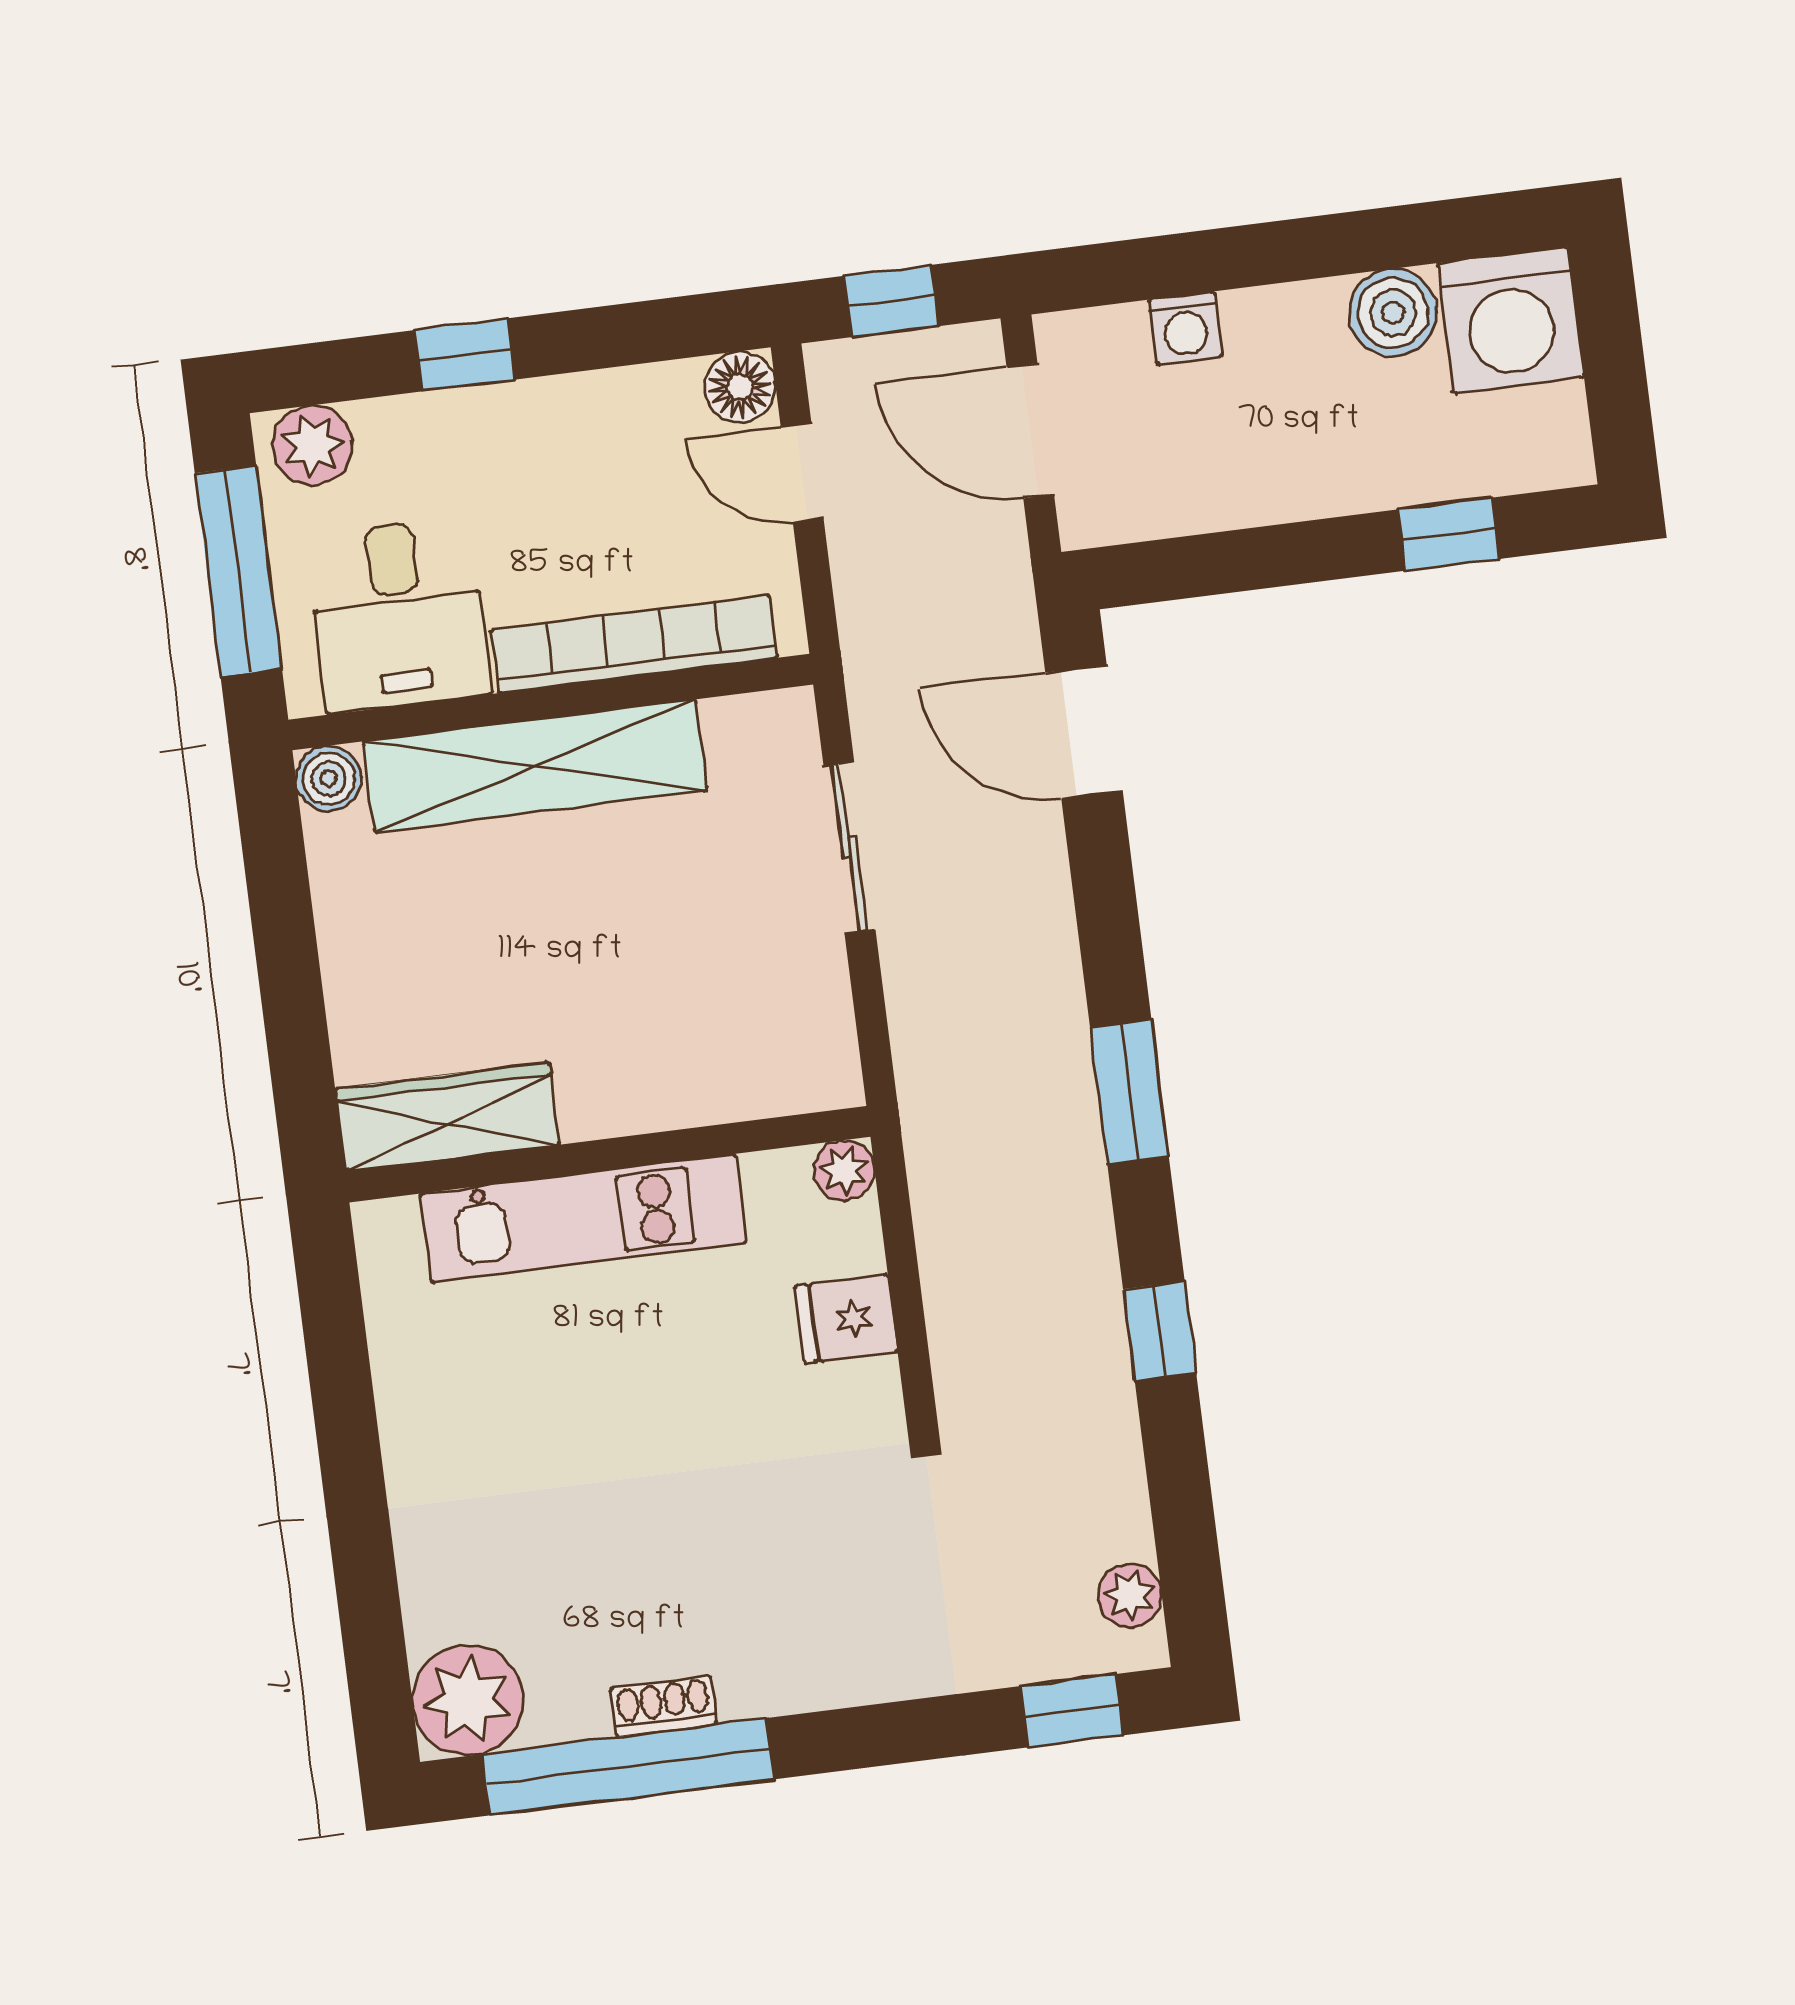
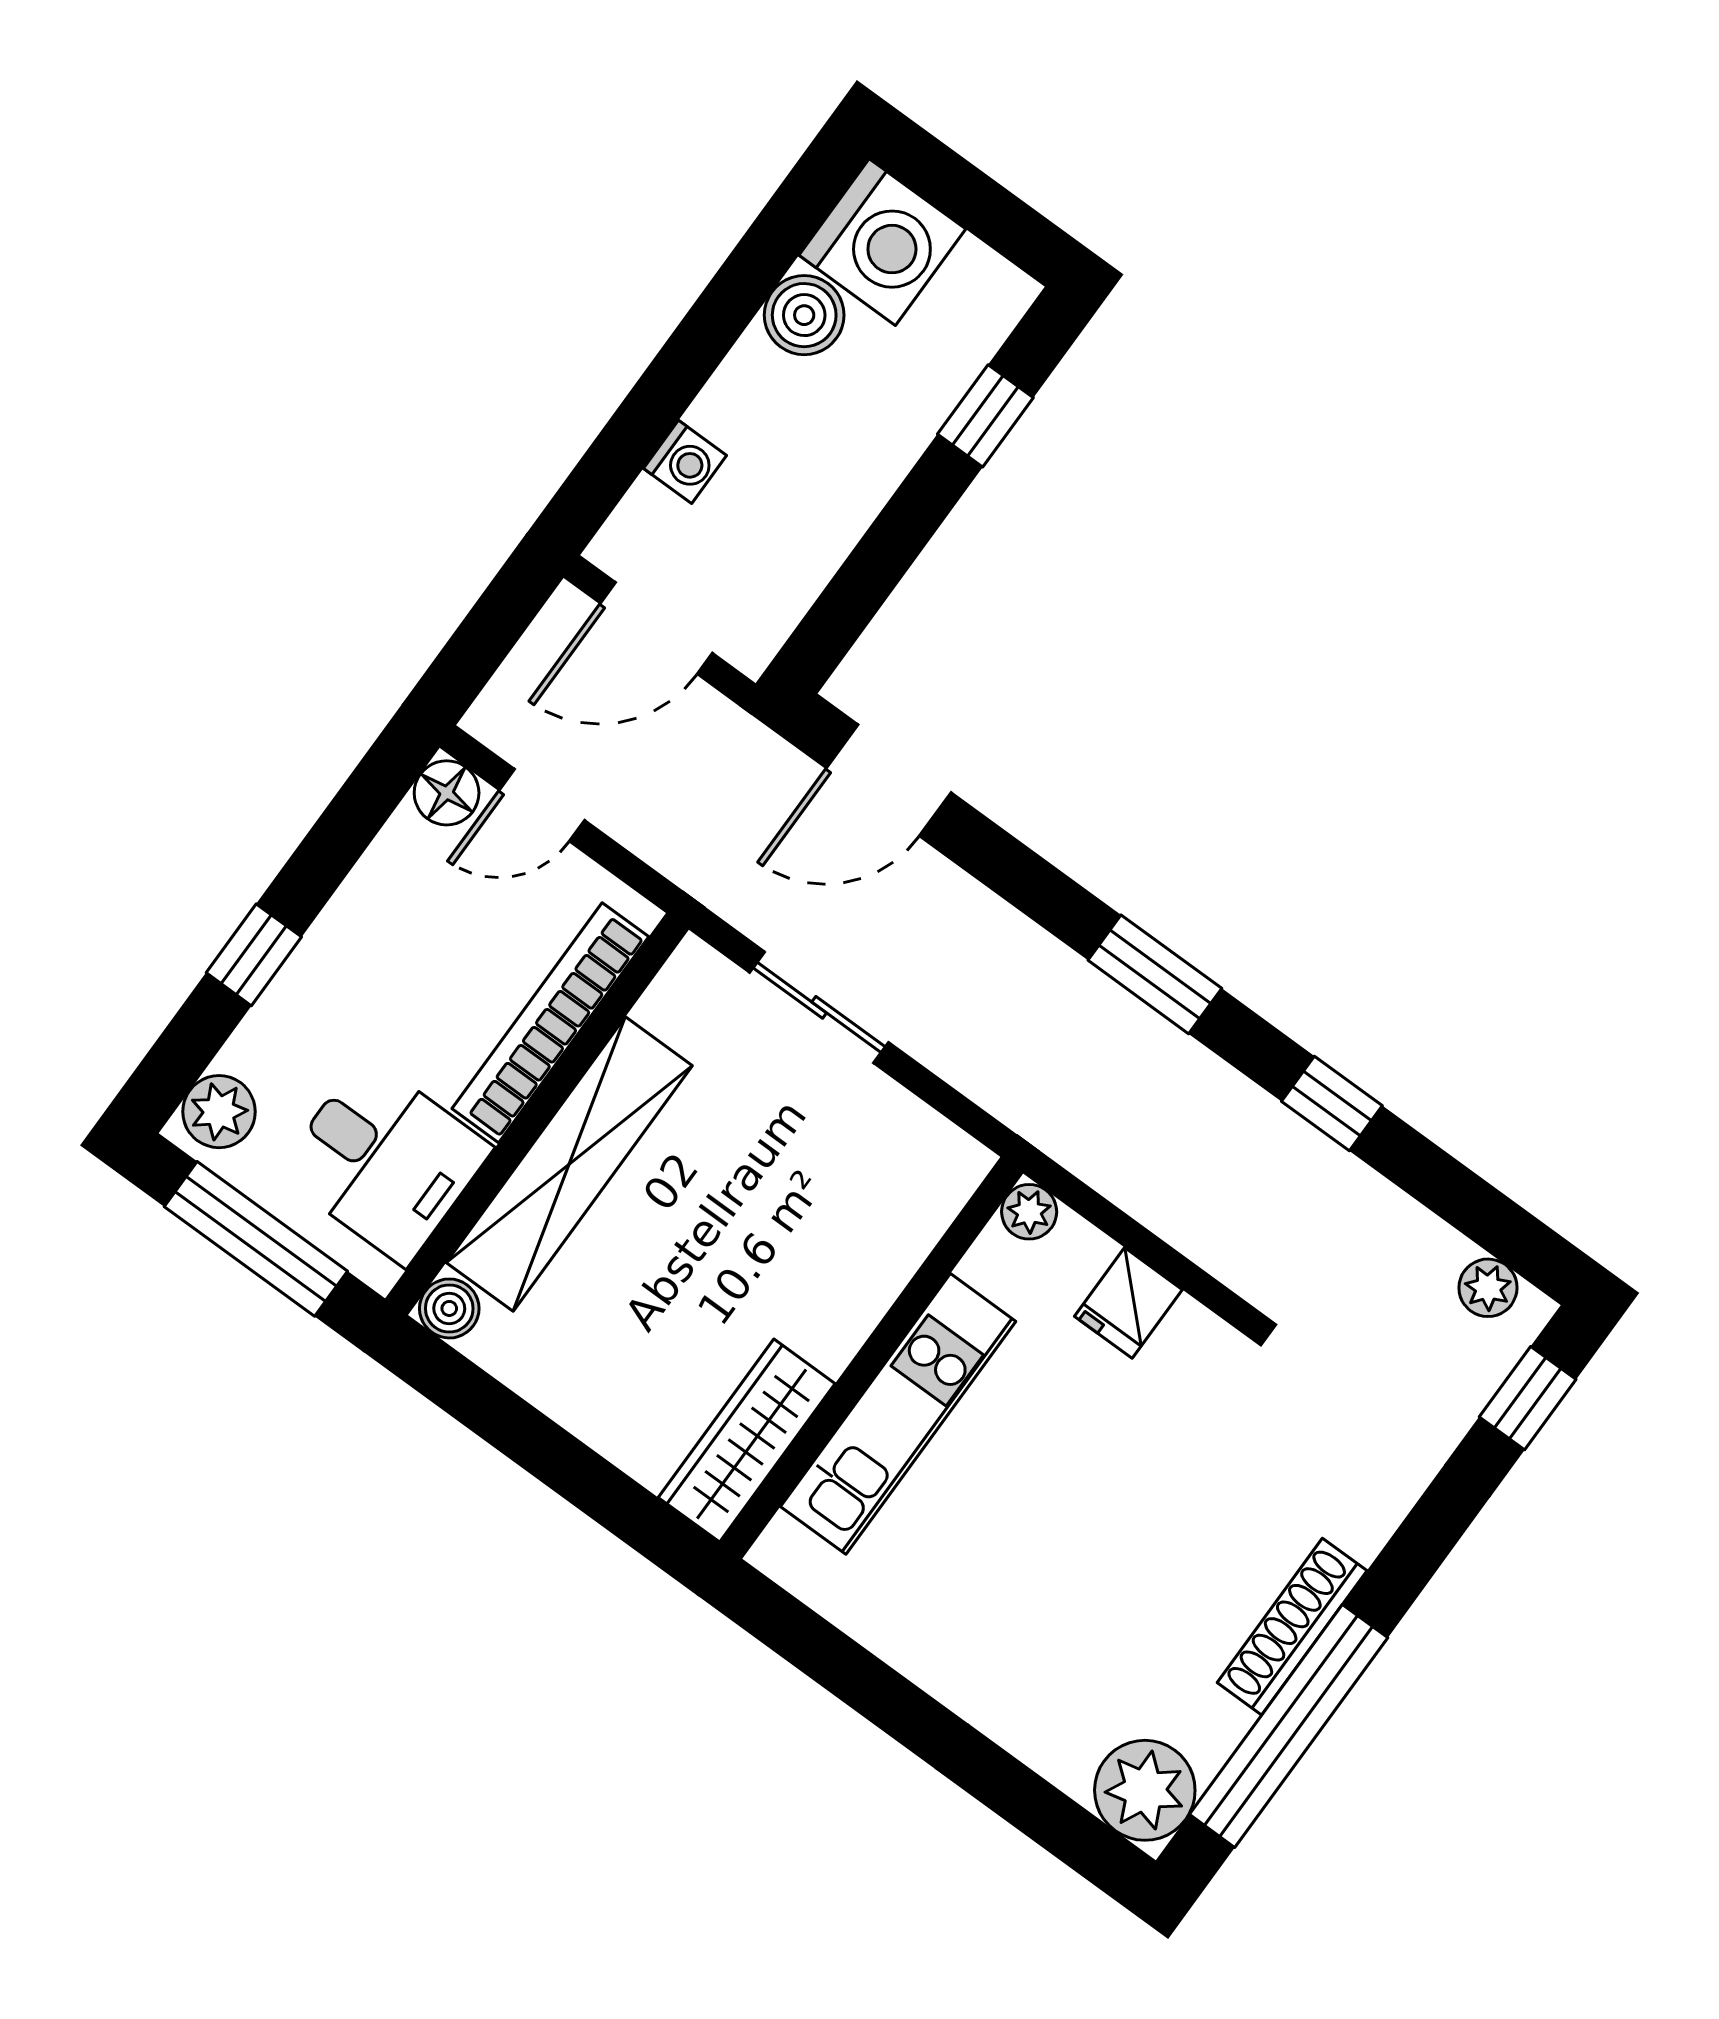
window: (891, 301) -> (484, 639), removed
shoe rack: (664, 1706) -> (1292, 1627), width x1.94, depth x1.24

